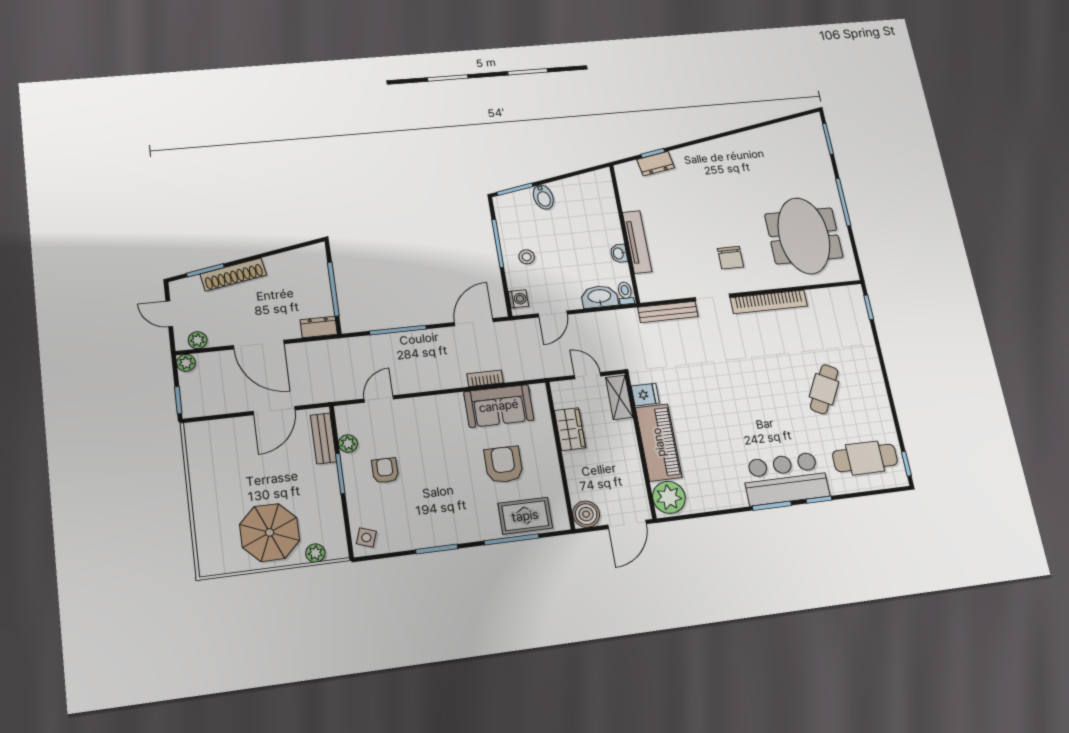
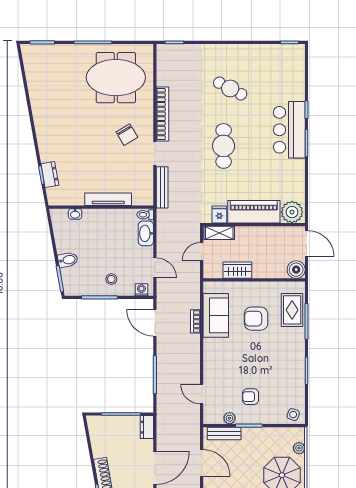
washbasin: (619, 253) -> (75, 214), moved
chair: (731, 258) -> (127, 135), turned 59
cafe table: (865, 458) -> (224, 146), moved

